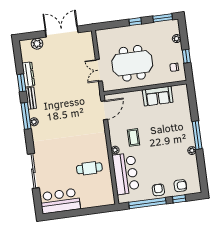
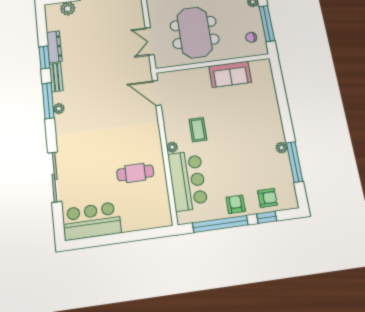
window: (186, 56) -> (267, 23), width x2.17
meeting table: (132, 63) -> (195, 32), turned 90
door: (104, 110) -> (157, 93), swing flipped
window: (197, 135) -> (295, 162), moved

